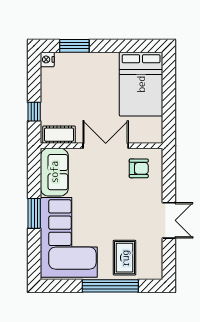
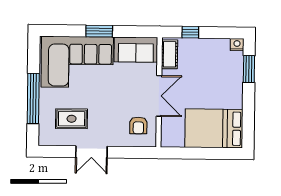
rug: (125, 258) -> (72, 119), moved

